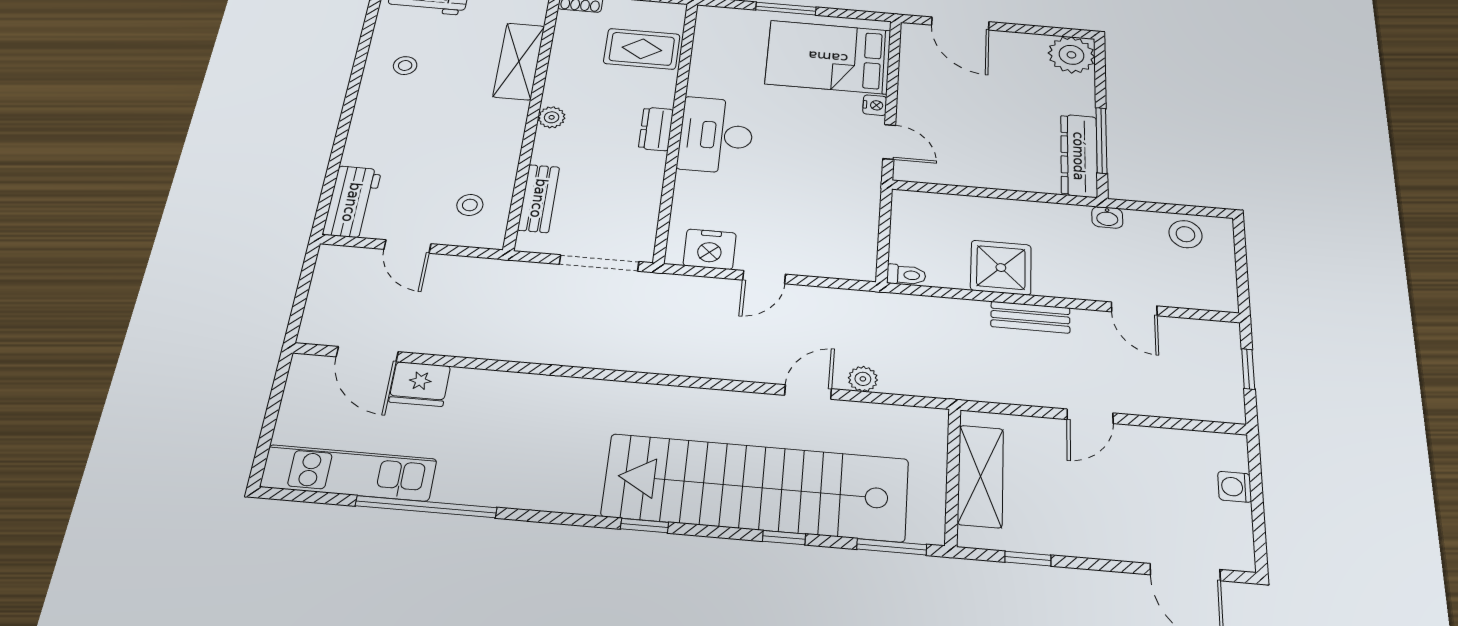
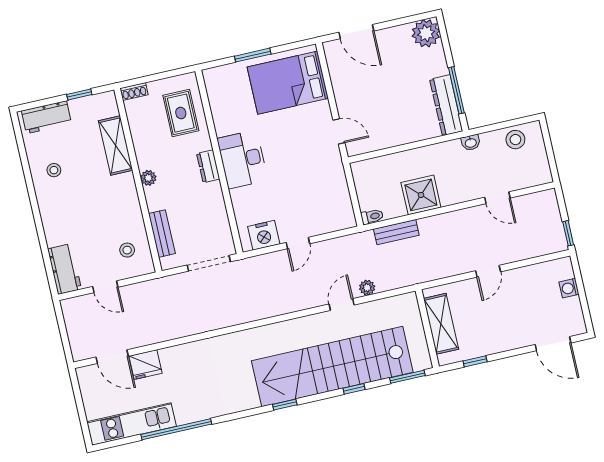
rug: (642, 49) -> (181, 113), turned 90
nightstand: (875, 105) -> (324, 108), removed
bench: (1030, 317) -> (396, 232), moved
window: (1248, 369) -> (568, 233), moved

